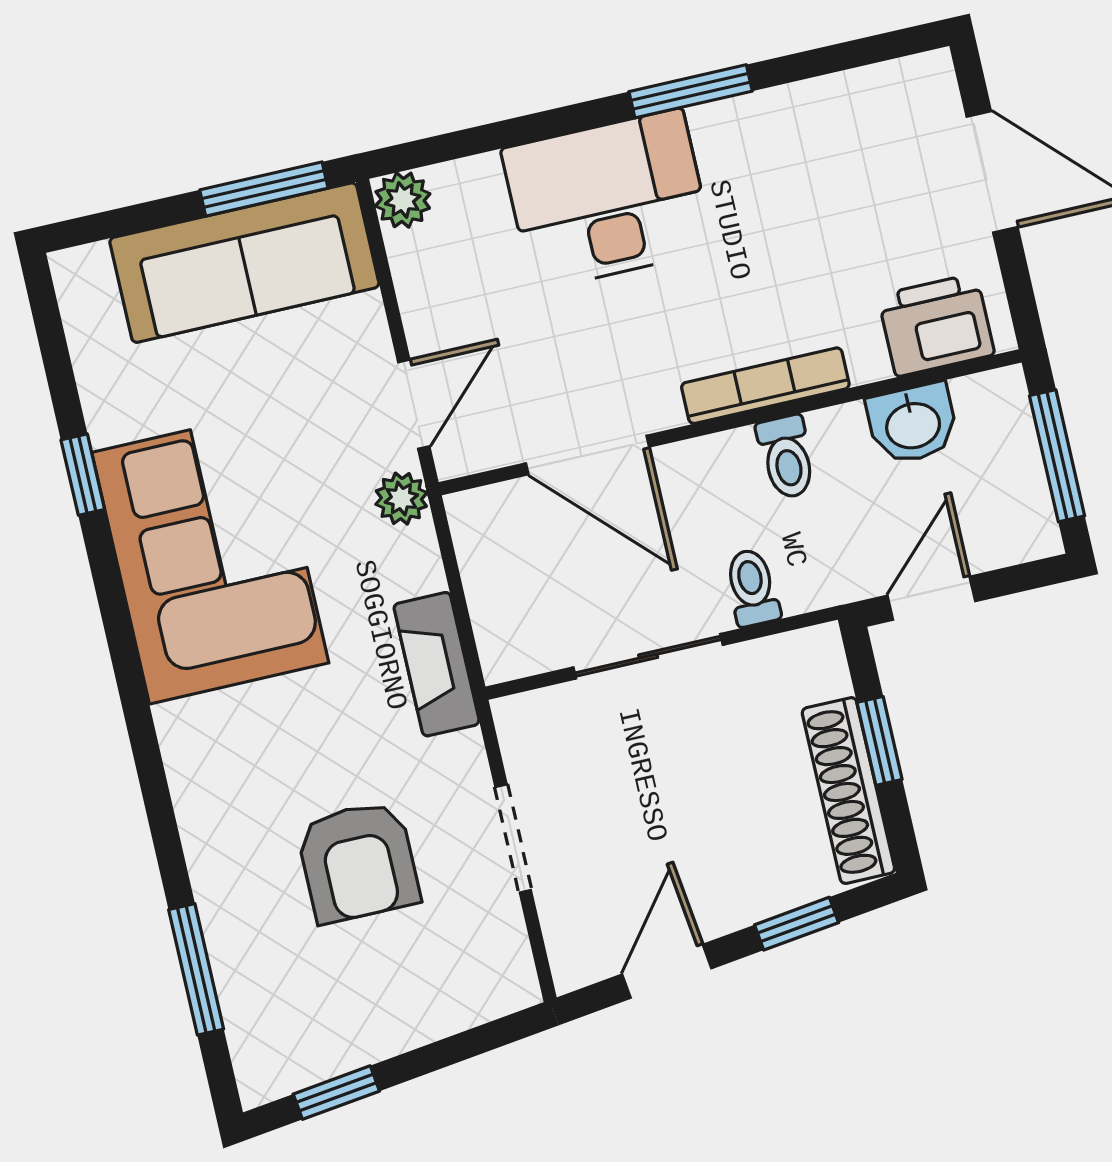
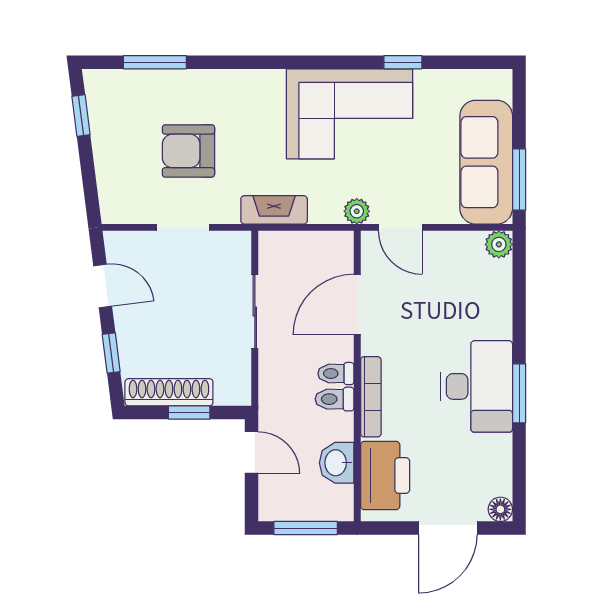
floor lamp: (931, 76) -> (500, 509), added
desk: (608, 200) -> (477, 386), moved
printer: (936, 325) -> (385, 475), width x1.37, depth x1.19
toilet: (752, 588) -> (336, 374), moved, turned 180

